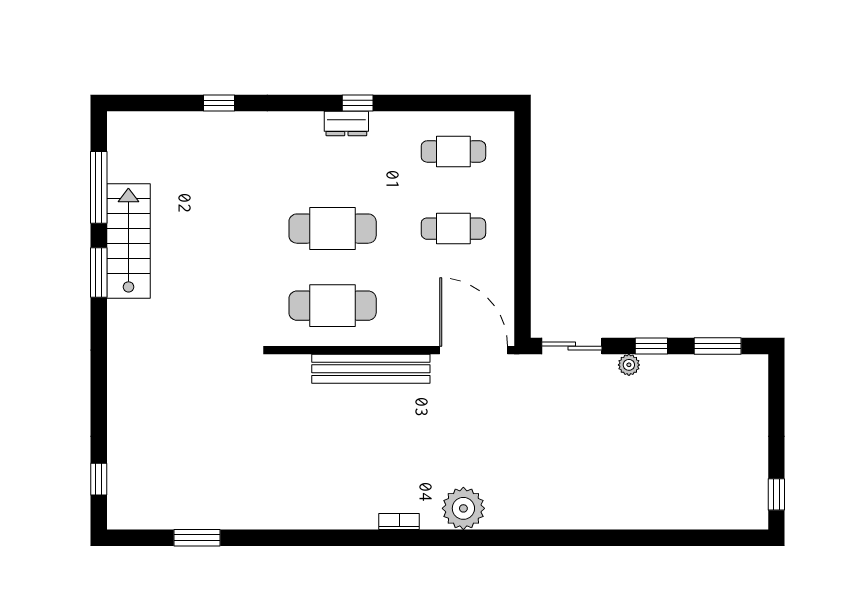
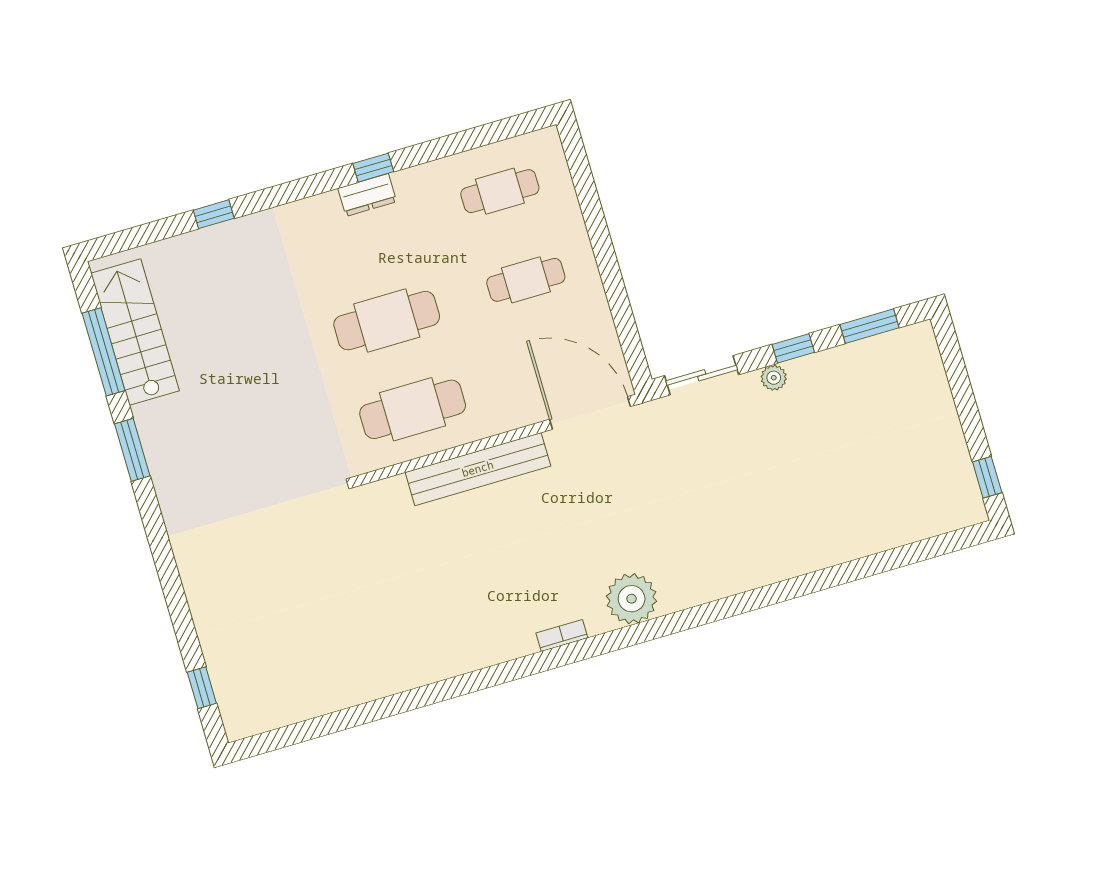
stairs: (128, 241) -> (135, 332), moved
window: (197, 538) -> (335, 722), removed

